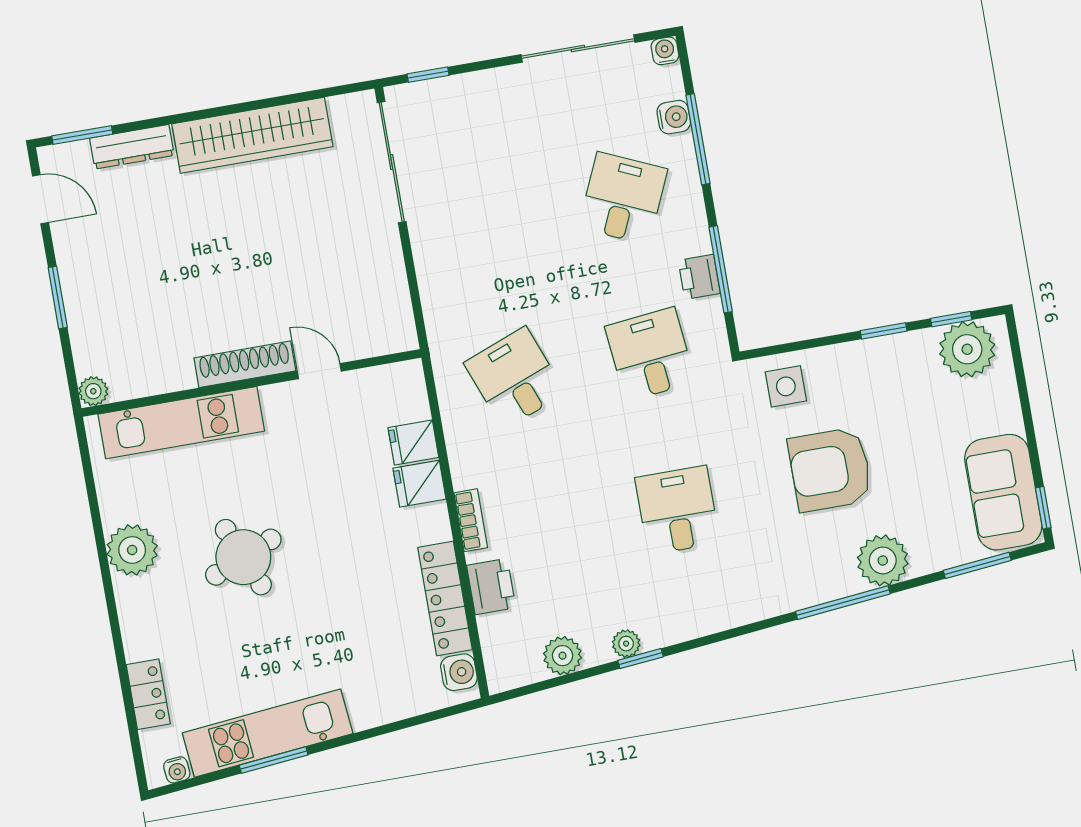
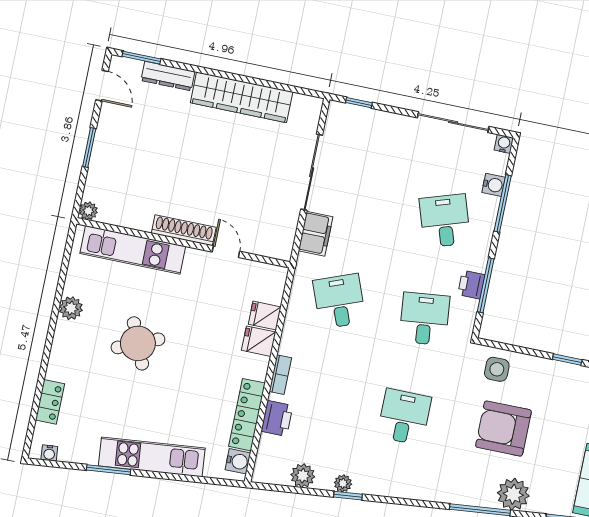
sliding door: (392, 162) -> (312, 172), moved
desk: (623, 198) -> (445, 221), turned -42
filing cabinet: (441, 292) -> (316, 234), added
plant: (132, 550) -> (71, 308), width x0.73, depth x0.73
kitchen unit: (268, 733) -> (152, 457), moved

